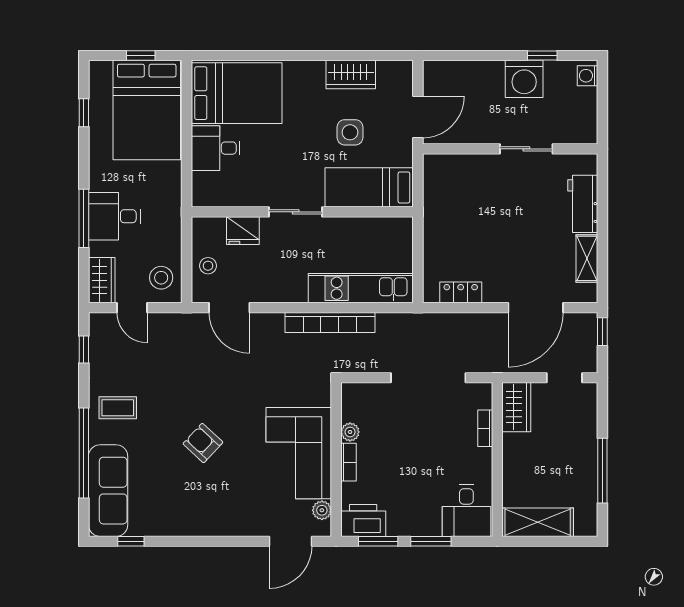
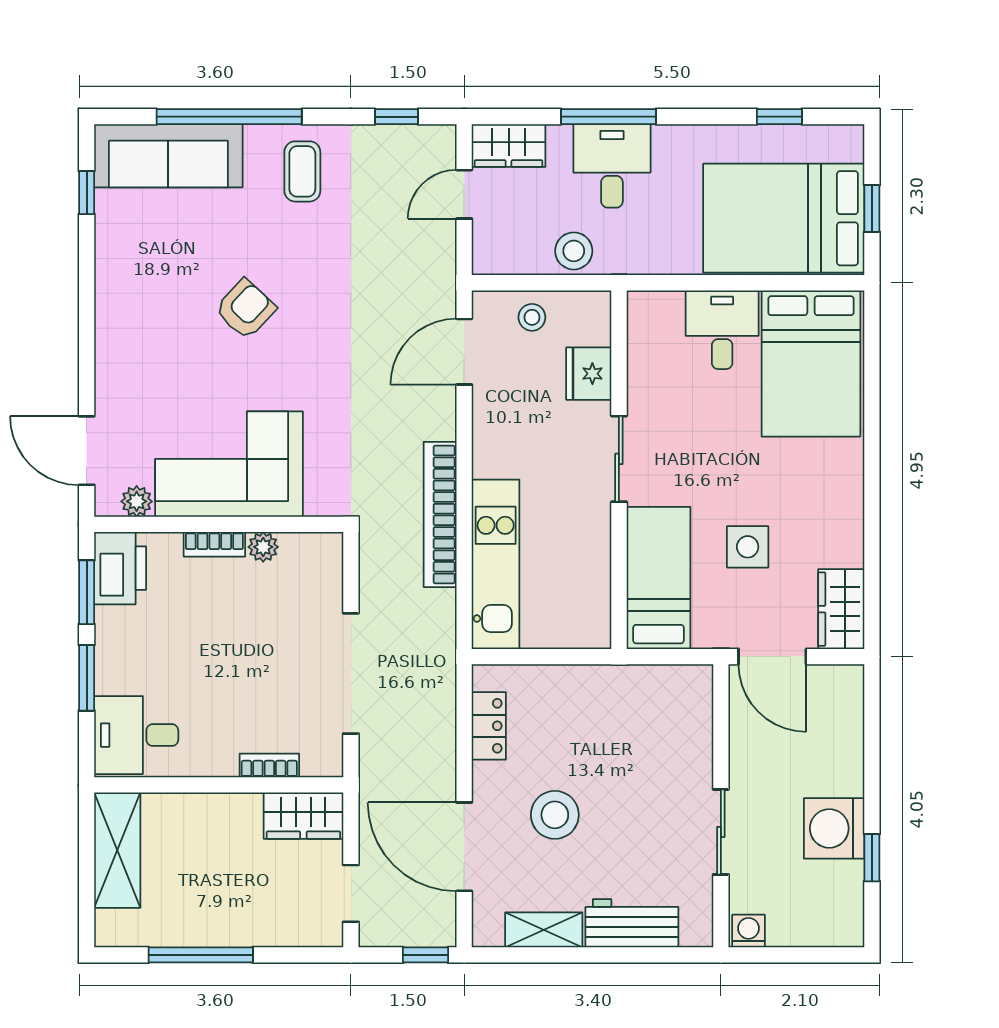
wardrobe: (351, 74) -> (841, 609), moved
washing machine: (588, 76) -> (748, 931), moved
stool: (516, 252) -> (555, 815), added
stool: (161, 278) -> (574, 251), moved

